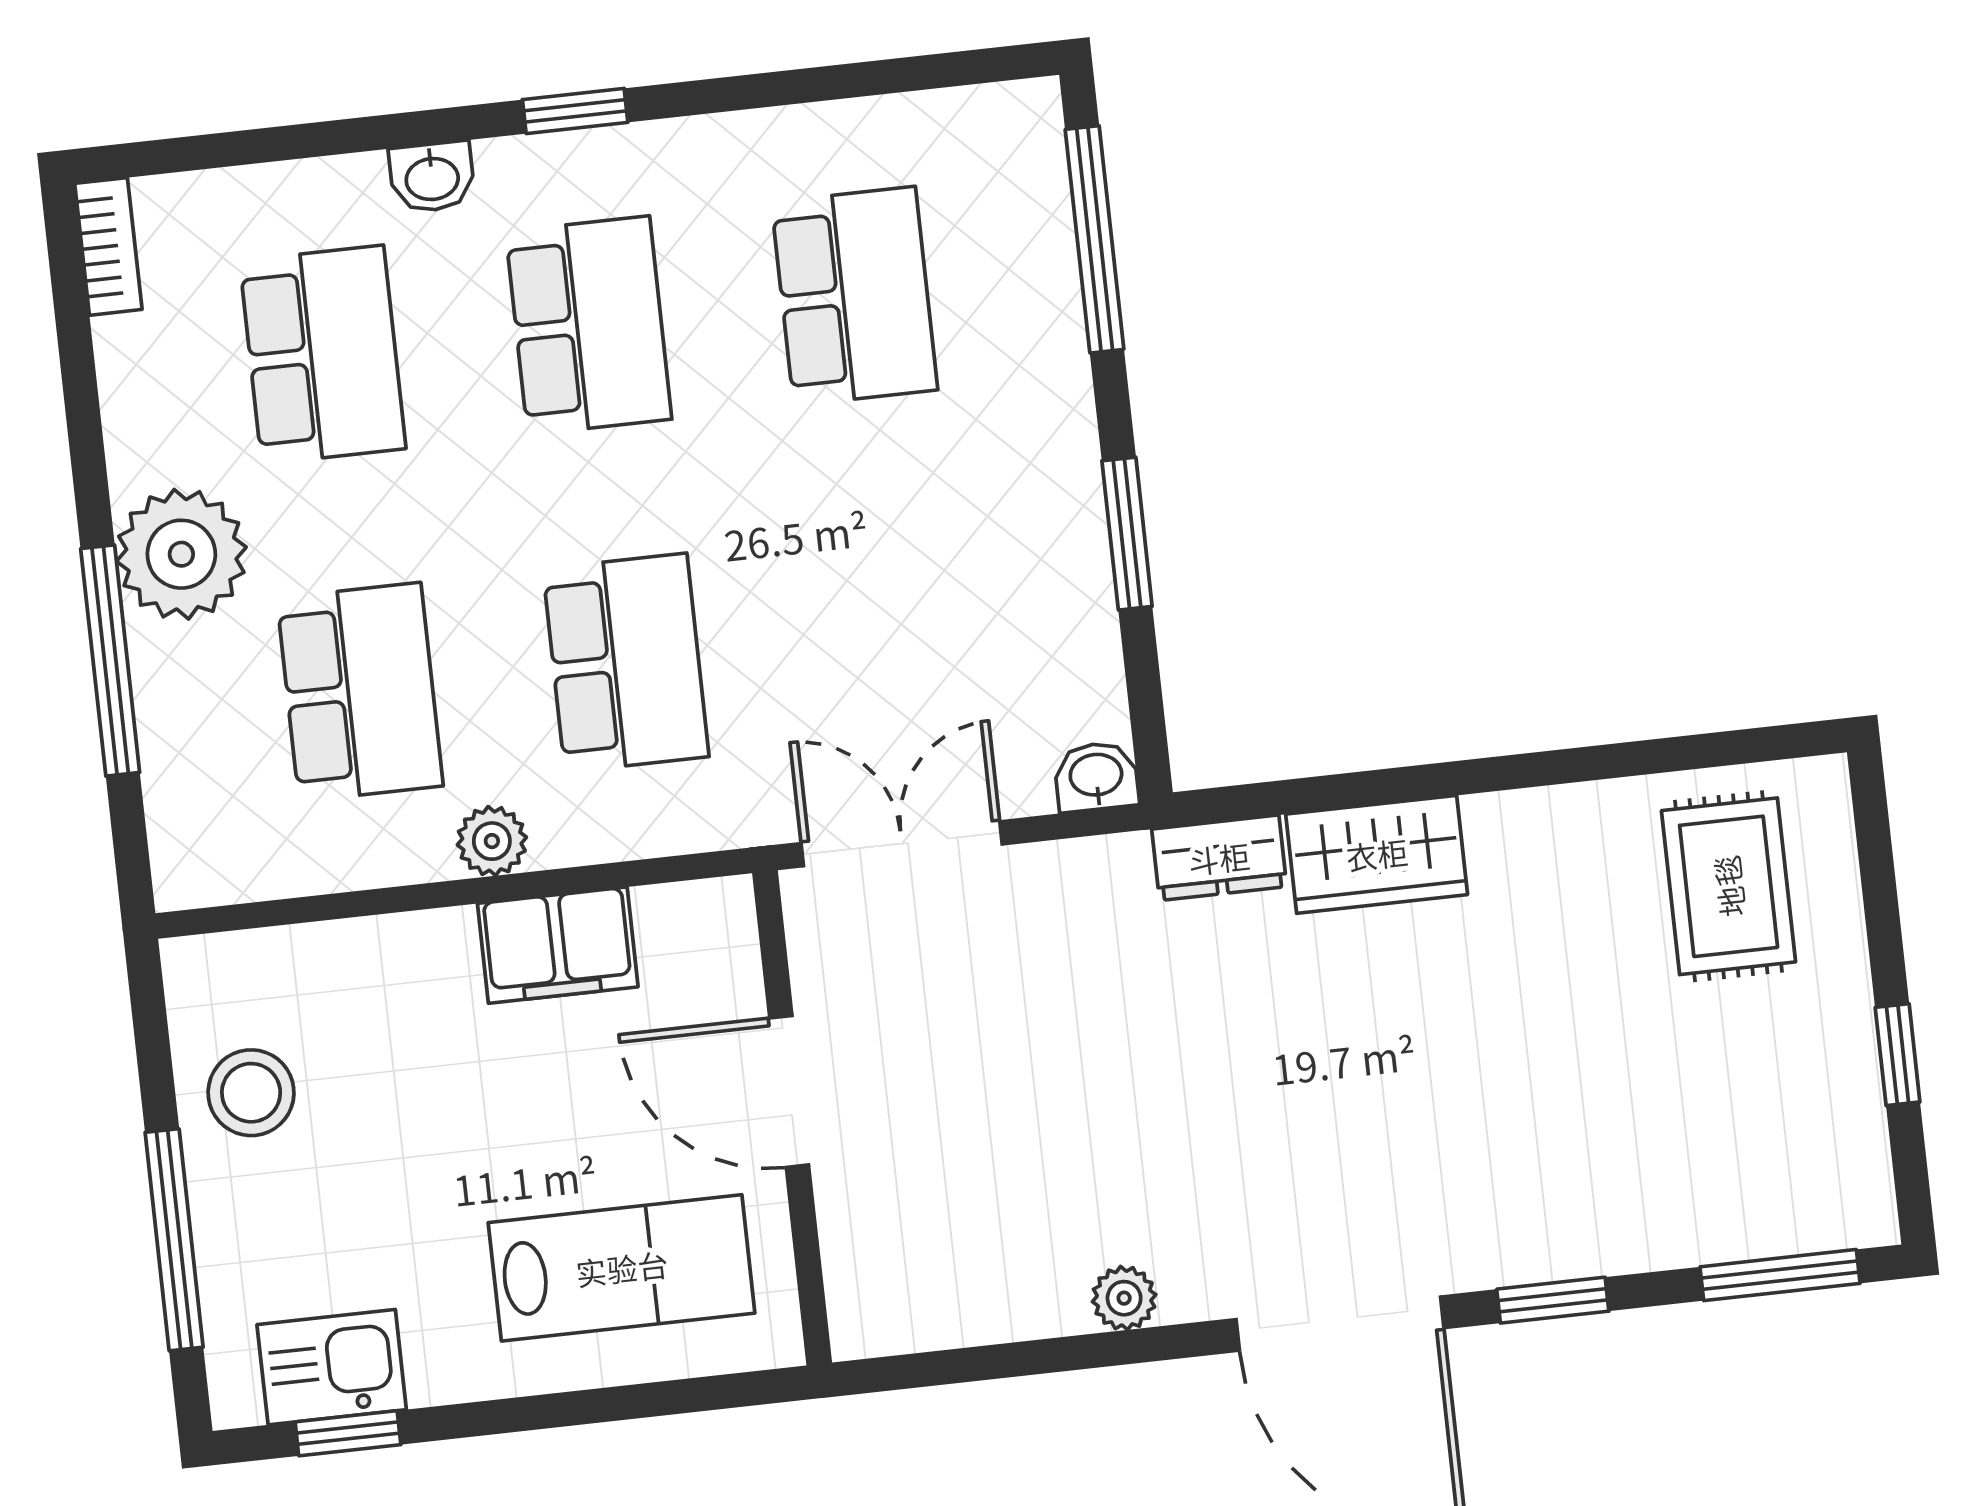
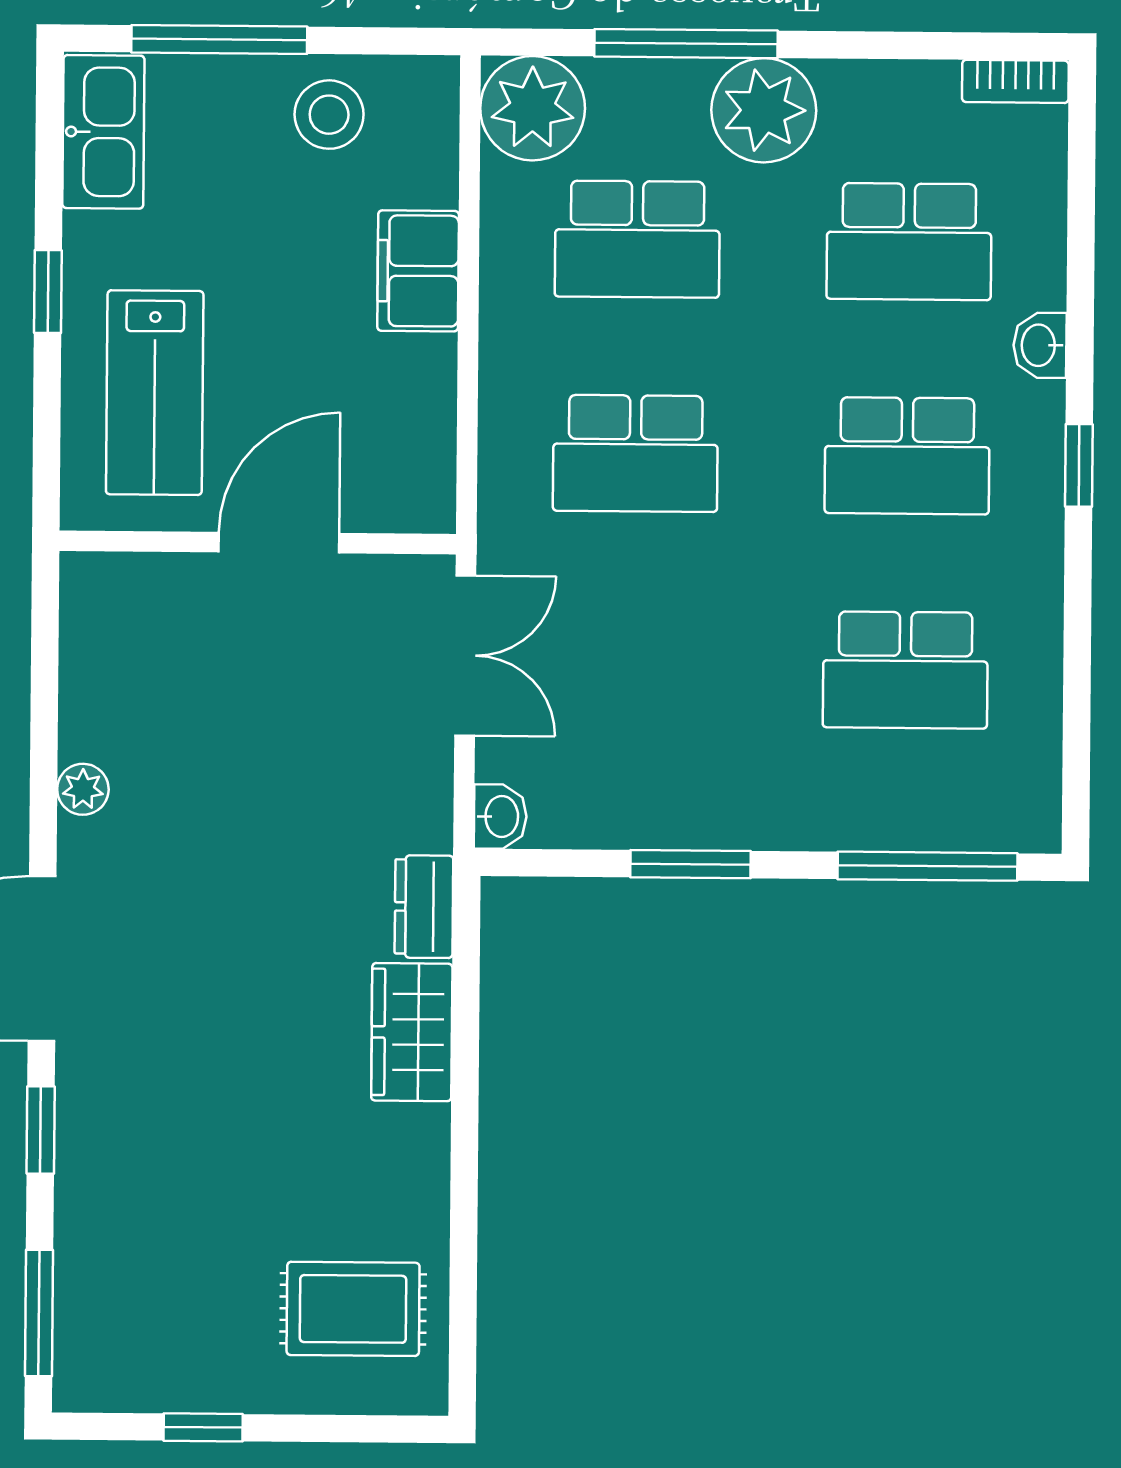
plant: (492, 841) -> (533, 108), moved, width x1.87, depth x1.87
filing cabinet: (558, 945) -> (418, 271), moved
kitchen sink: (332, 1367) -> (103, 132), width x1.38
window: (348, 1433) -> (48, 292), moved

